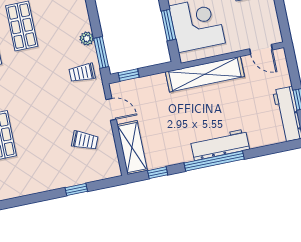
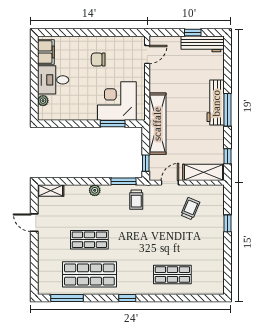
plant: (87, 39) -> (95, 190), moved
shelving: (205, 74) -> (157, 124), moved
window: (214, 161) -> (228, 110), width x0.68

